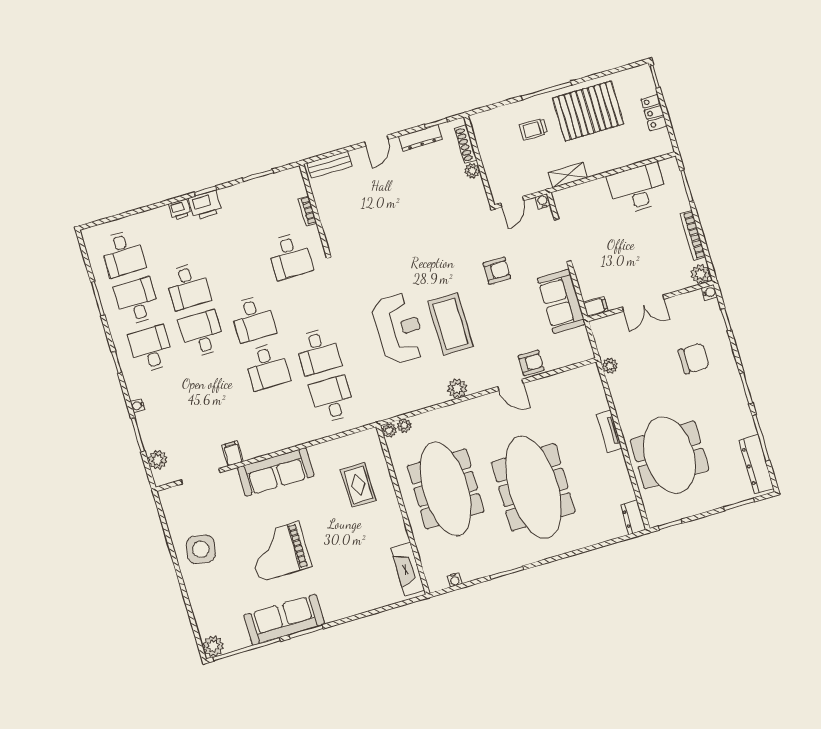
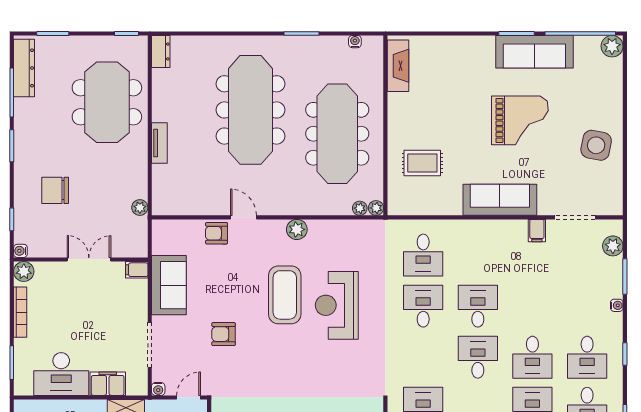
filing cabinet: (591, 192) -> (108, 384), added
rug: (358, 485) -> (422, 163), turned 90

